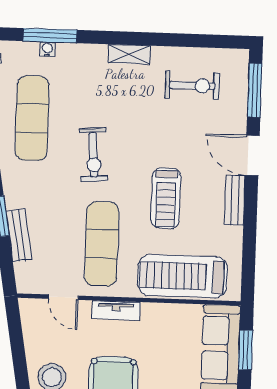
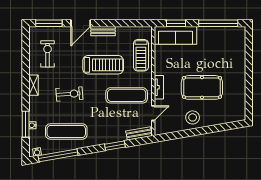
exercise bike: (94, 155) -> (69, 94), moved
treadmill: (166, 198) -> (103, 65), width x1.37, depth x1.38
bench: (19, 235) -> (139, 133), moved
treadmill: (183, 276) -> (141, 55), width x0.73, depth x0.73

